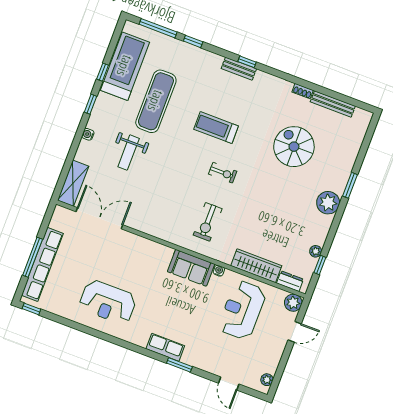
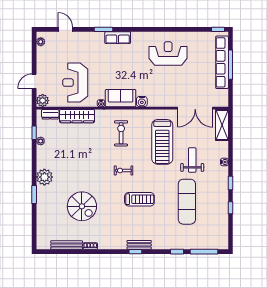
treadmill: (125, 66) -> (162, 142), moved
water cooler: (165, 253) -> (142, 102), added
reception desk: (242, 310) -> (75, 83), turned 180

